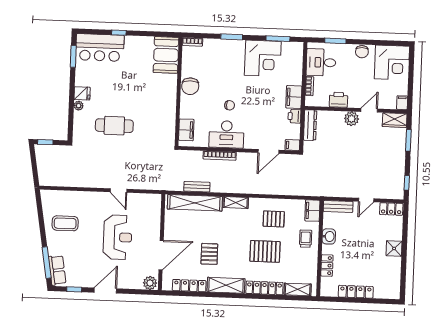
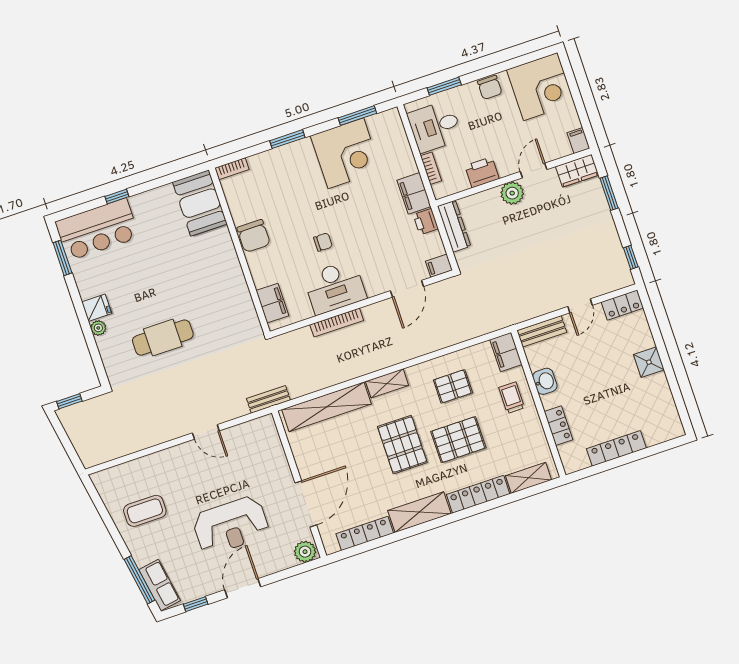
bench: (197, 187) -> (268, 399), moved
reception desk: (118, 237) -> (231, 525), moved, turned 90
pallet: (209, 254) -> (402, 445), moved, width x1.50, depth x1.42

